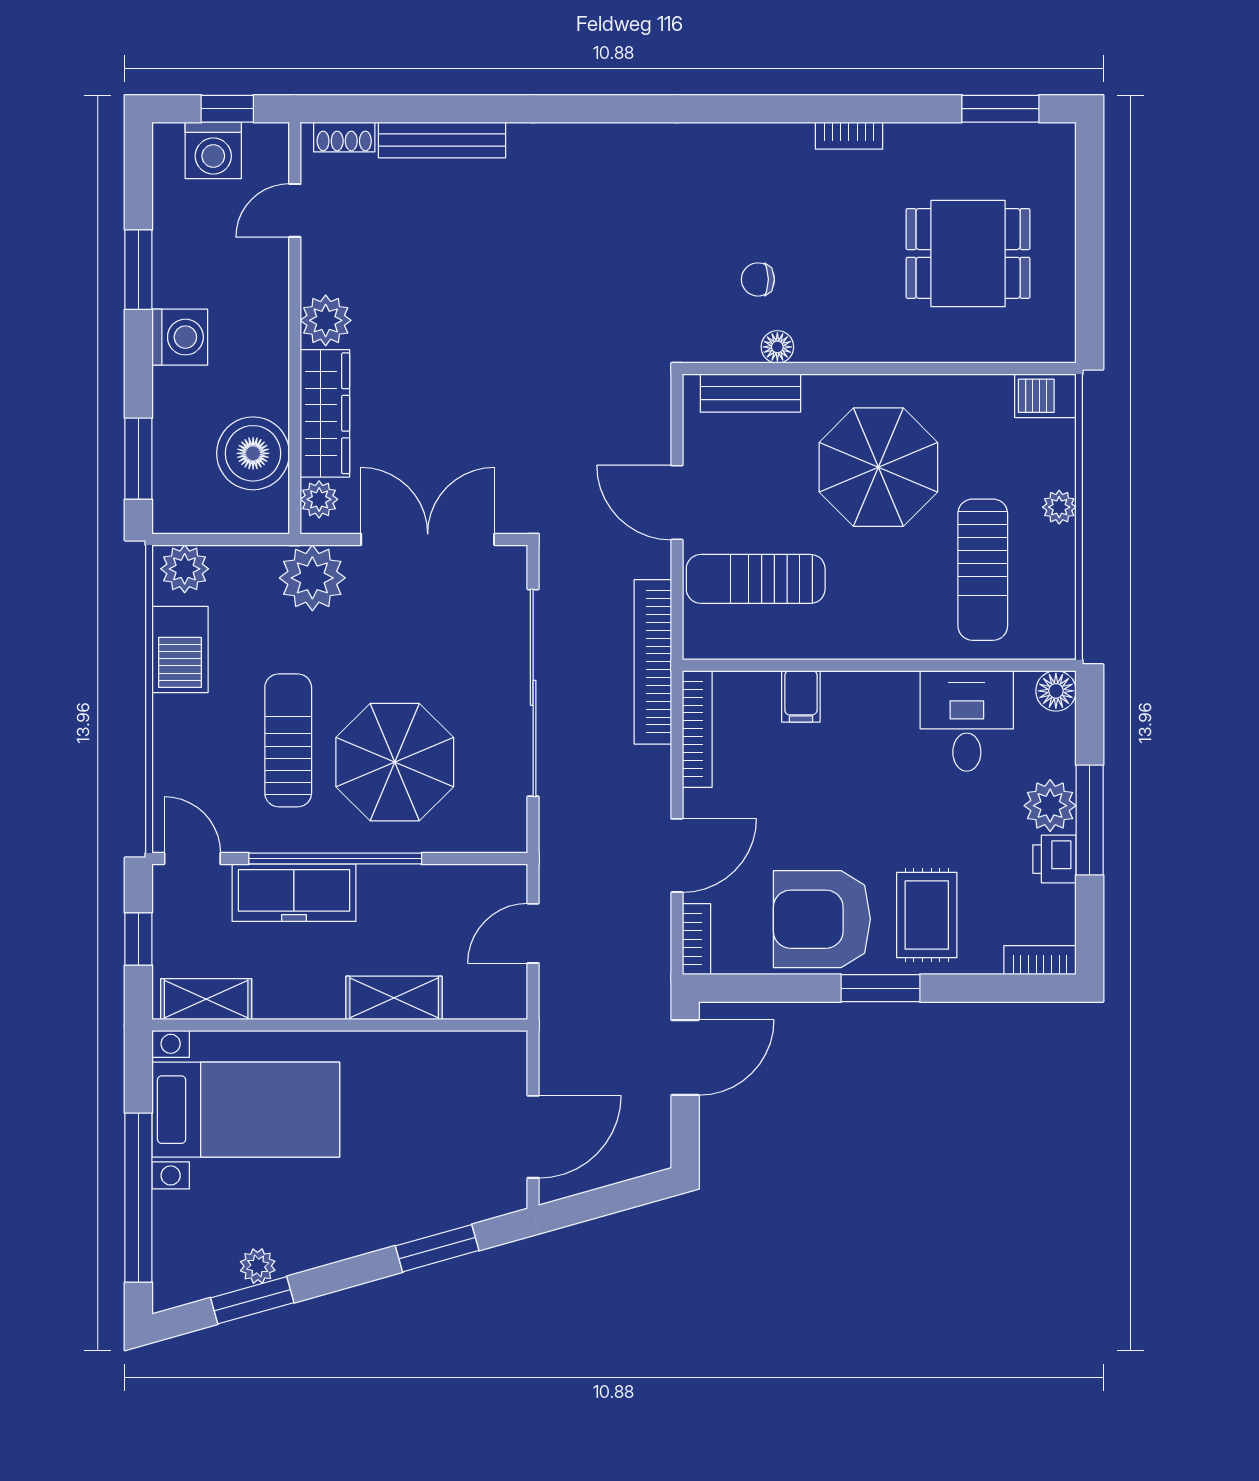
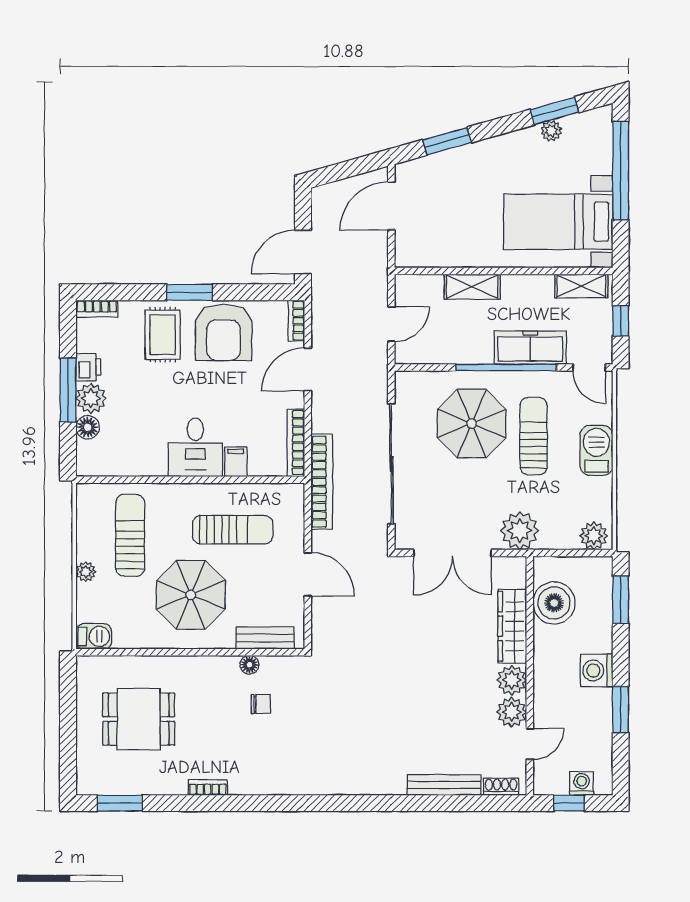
washing machine: (213, 150) -> (582, 783), width x0.73, depth x0.73
plant: (319, 499) -> (512, 712), moved, width x1.38, depth x1.38
sun lounger: (756, 579) -> (233, 530), moved
barbecue: (180, 649) -> (596, 450), moved
floor lamp: (1056, 691) -> (88, 427), moved
desk: (967, 721) -> (195, 447), moved
sun lounger: (288, 740) -> (534, 436), turned 180
armchair: (822, 919) -> (224, 332), turned 90

